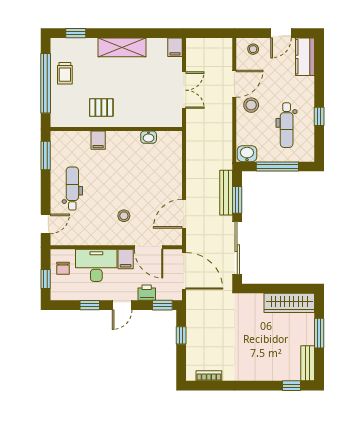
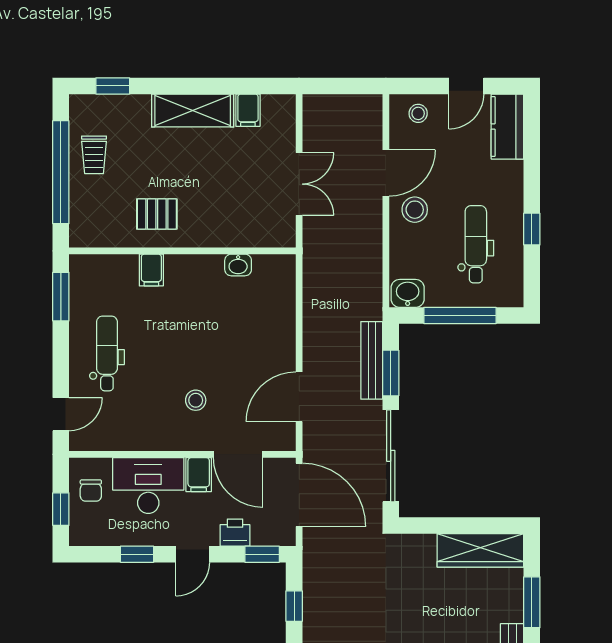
filing cabinet: (175, 47) -> (248, 110), moved
dental chair: (287, 125) -> (476, 244), turned 180

